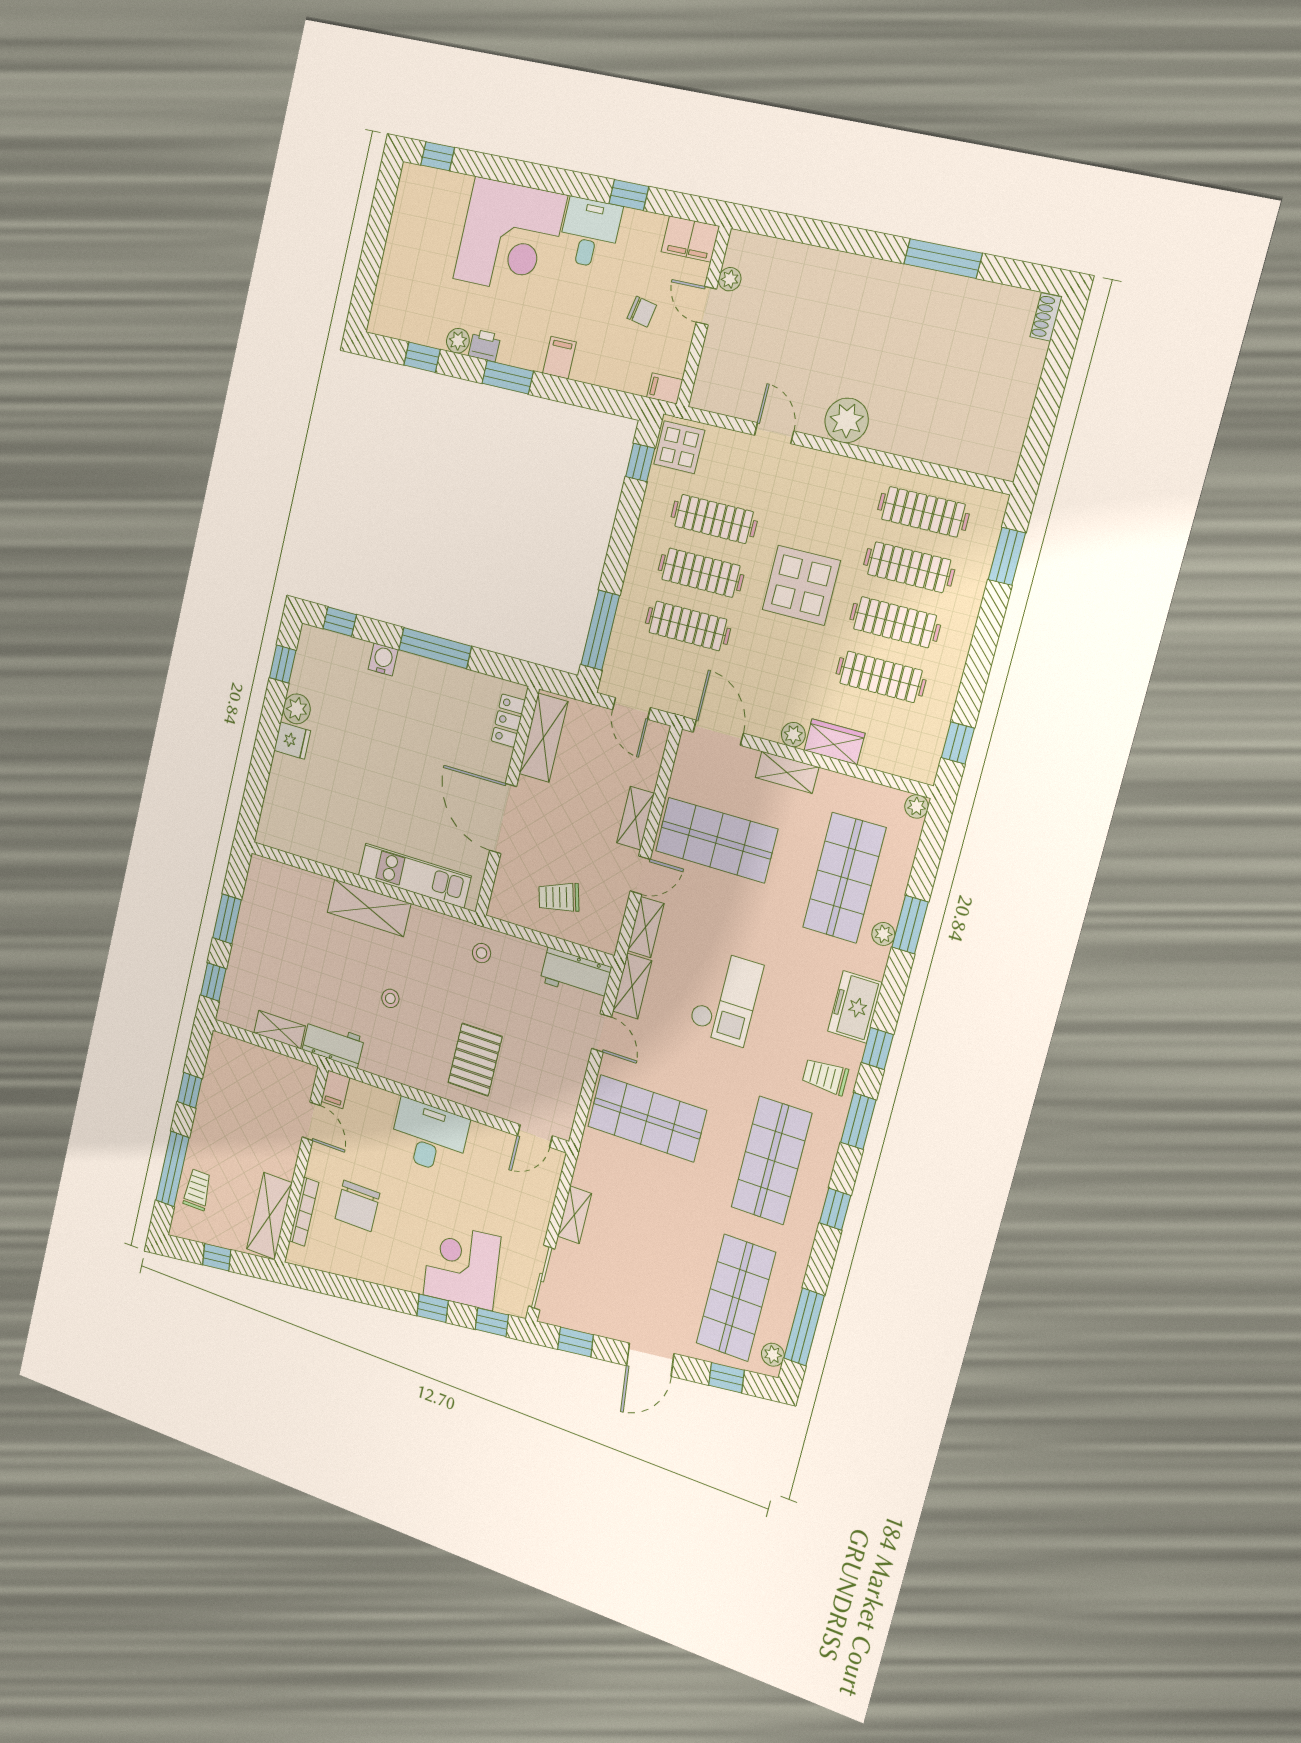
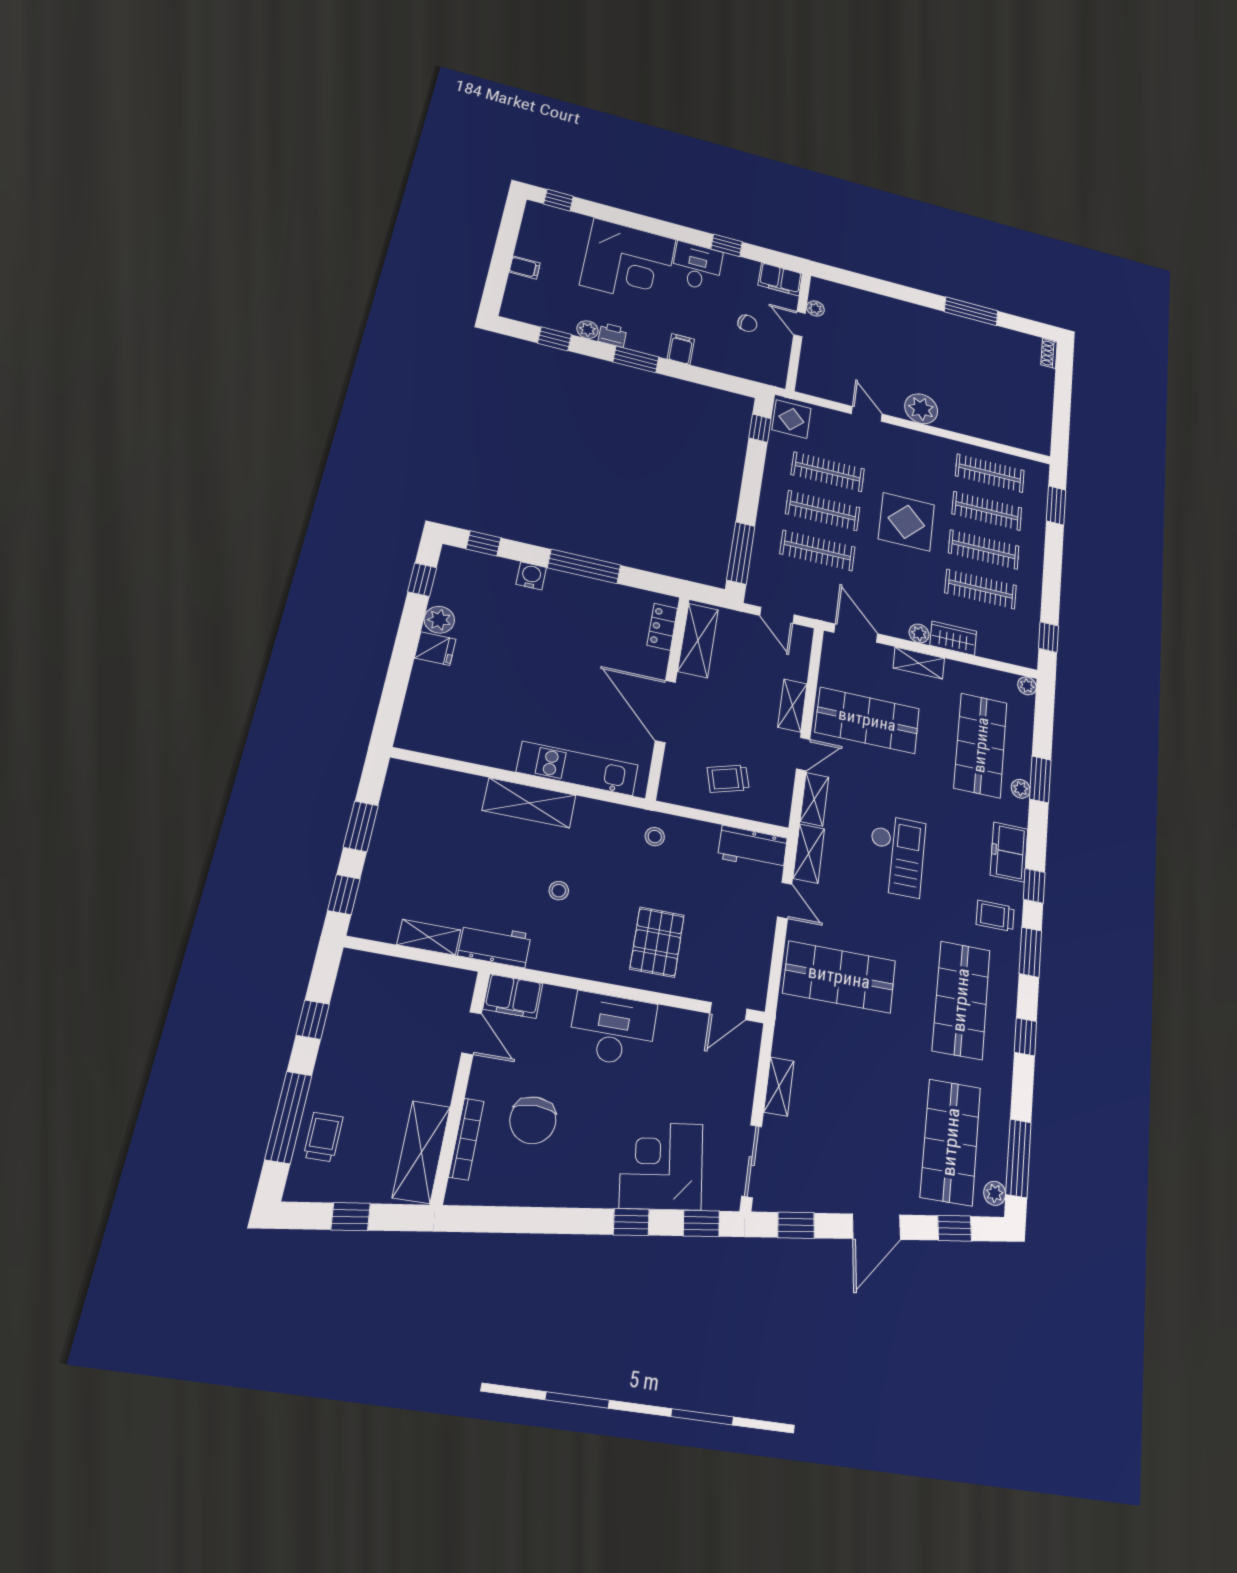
filing cabinet: (665, 388) -> (525, 267), moved, turned 180
filing cabinet: (335, 1089) -> (513, 996), width x2.00

